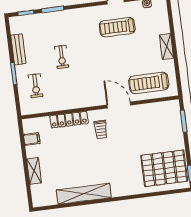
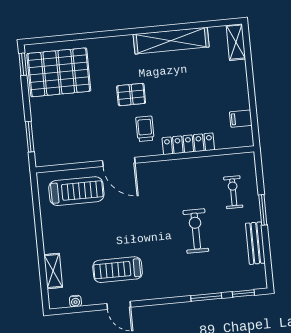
treadmill: (117, 27) -> (118, 270), turned 180
shelving: (167, 47) -> (53, 271), moved
exercise bike: (62, 57) -> (196, 231), width x1.38, depth x1.39
pallet: (111, 154) -> (131, 95), added
shelving: (34, 171) -> (236, 42), moved

